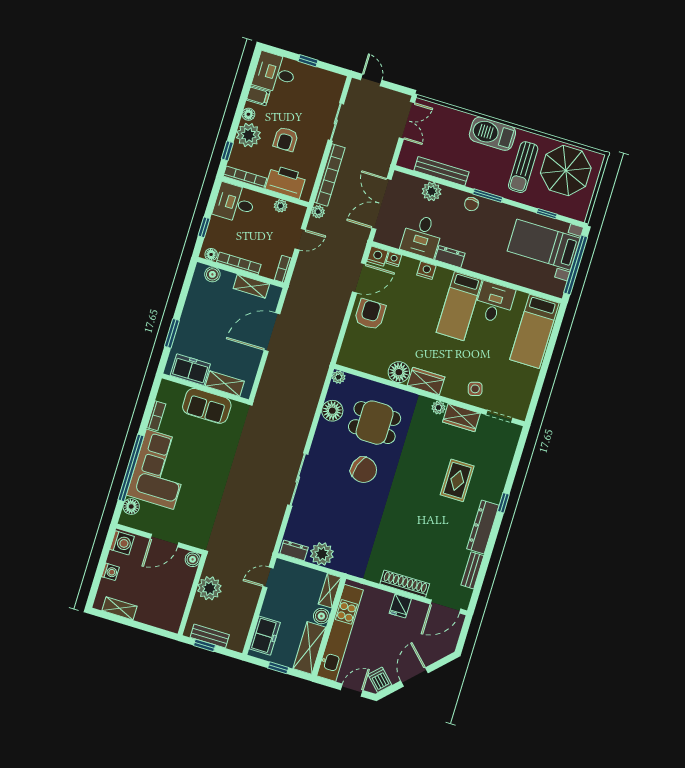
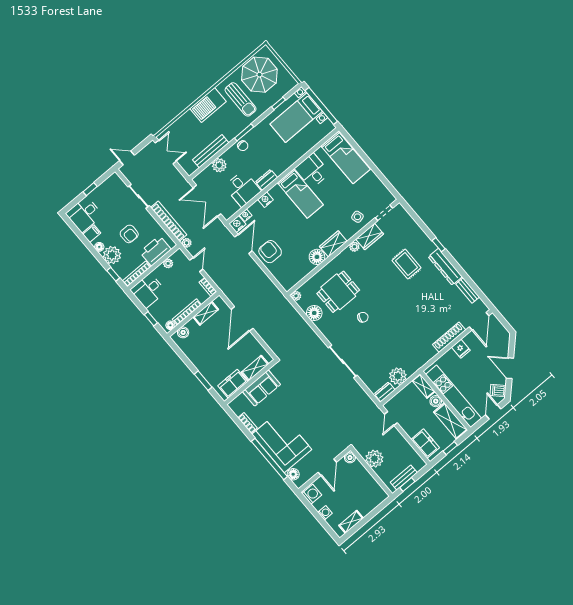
chair: (364, 470) -> (363, 317), width x0.54, depth x0.54

